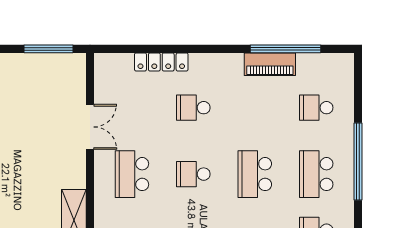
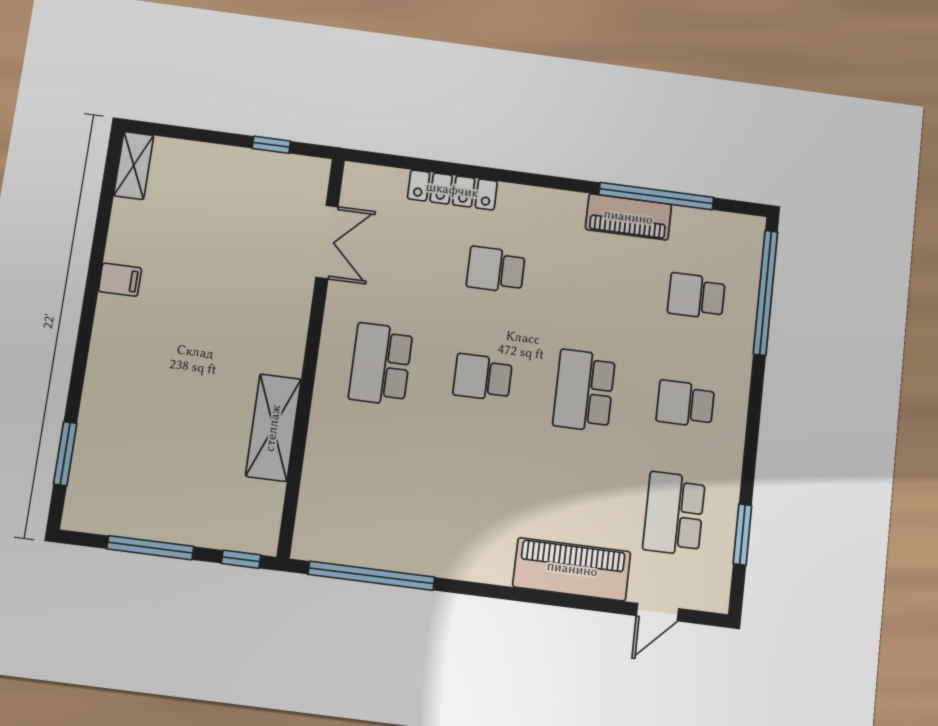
window: (49, 49) -> (271, 145), width x0.46
double door: (90, 127) -> (327, 242), moved
window: (358, 162) -> (766, 293), moved
school desk: (316, 174) -> (685, 404), width x0.54

